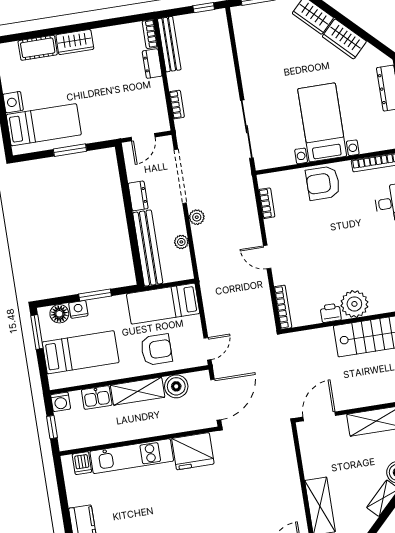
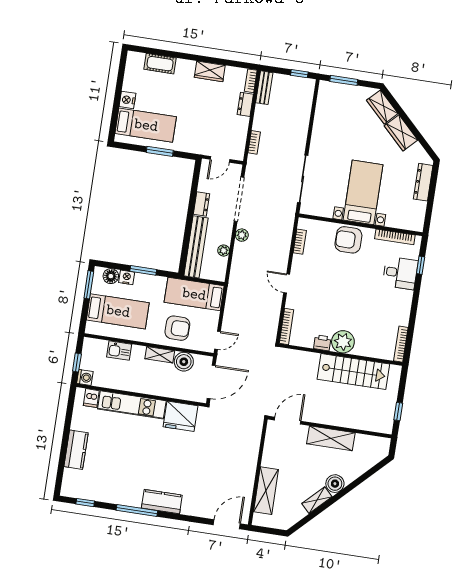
wardrobe: (75, 42) -> (210, 71), moved
bench: (169, 44) -> (264, 88), width x0.73
shelving: (138, 391) -> (160, 355), width x0.67, depth x0.75
washing machine: (61, 402) -> (85, 377), moved, turned -90

